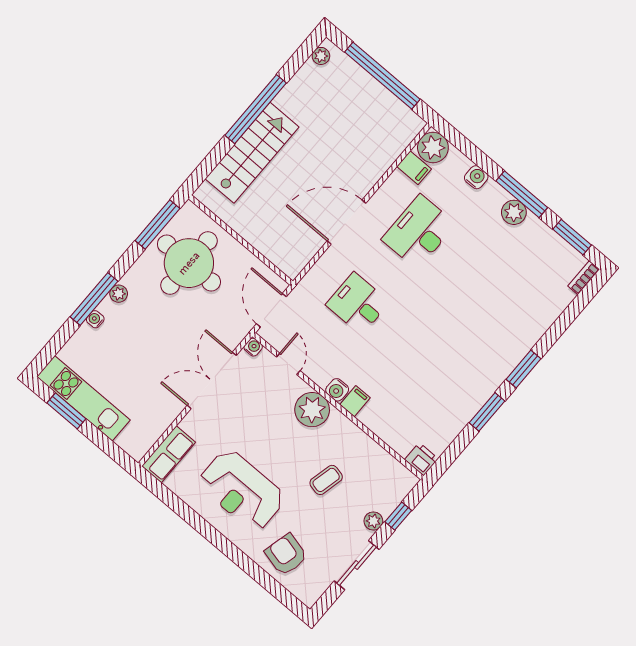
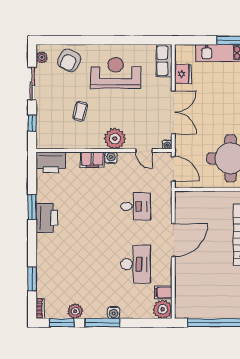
water cooler: (476, 177) -> (114, 313), moved
plant: (514, 212) -> (75, 311), moved
window: (523, 369) -> (32, 279), moved
printer: (480, 383) -> (47, 218), added
filing cabinet: (355, 401) -> (92, 160), width x2.00
fridge: (159, 418) -> (183, 74), added
printer: (421, 459) -> (51, 162), width x1.87, depth x1.48
plant: (373, 521) -> (42, 57), moved
armchair: (286, 555) -> (69, 60), turned 103

